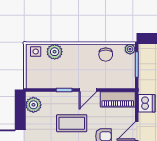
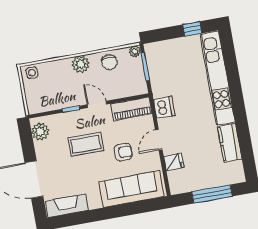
plant: (55, 52) -> (81, 64), moved
door: (88, 90) -> (97, 104), swing flipped

